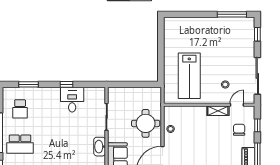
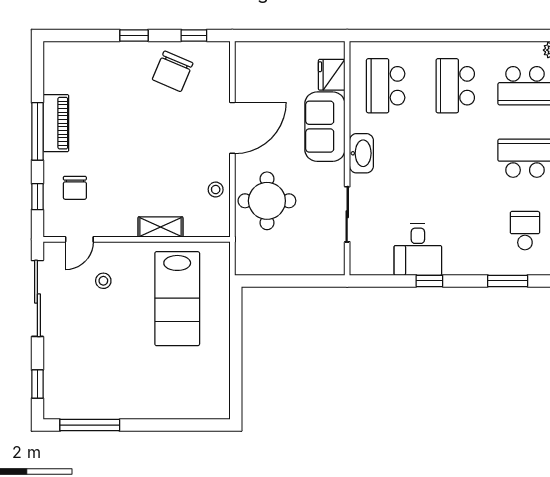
lab bench: (189, 76) -> (177, 299), turned 180
shelving: (218, 111) -> (160, 227), moved

